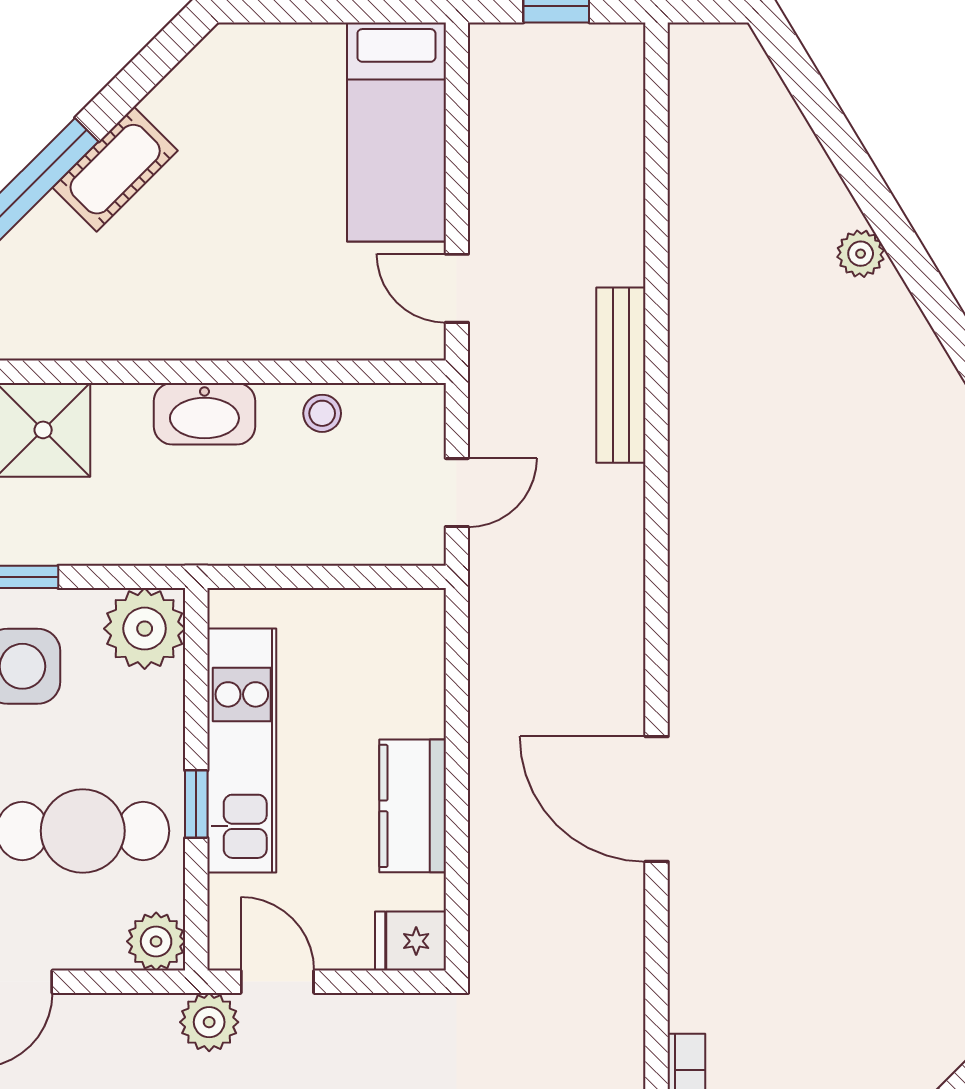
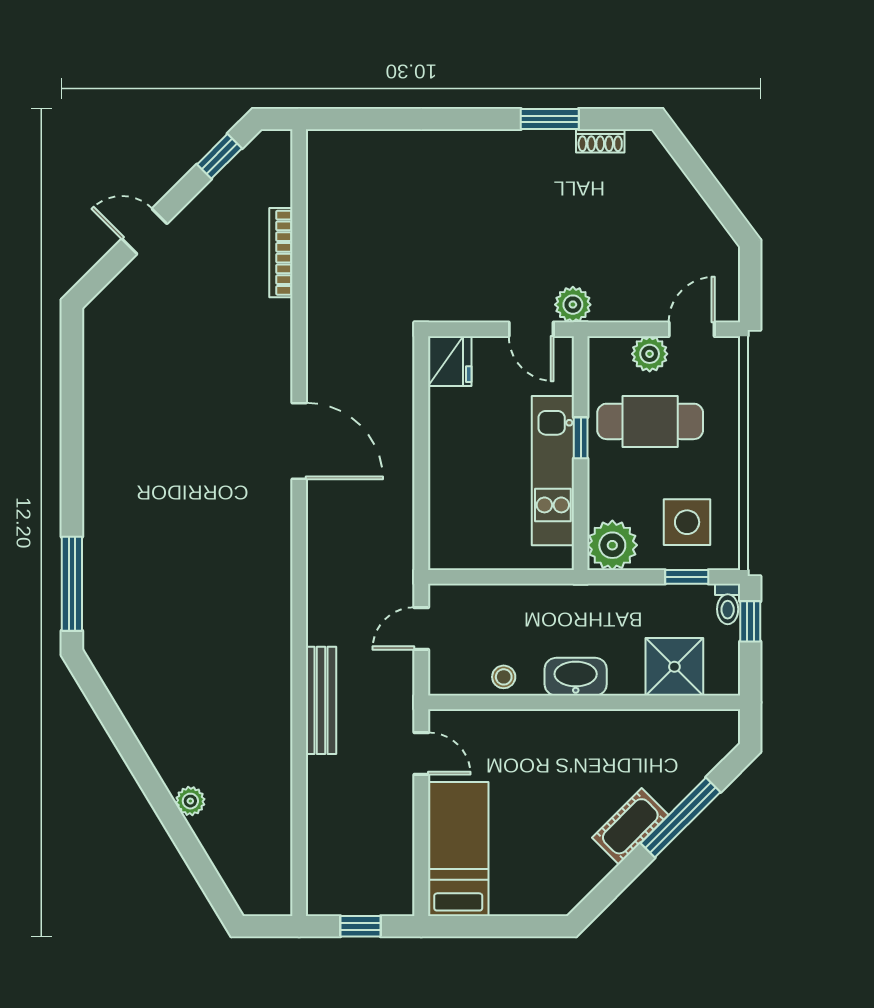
plant: (861, 254) -> (190, 801), moved
kitchen counter: (413, 806) -> (448, 437), removed
plant: (156, 941) -> (650, 354), moved
fridge: (411, 941) -> (450, 361), width x1.38

